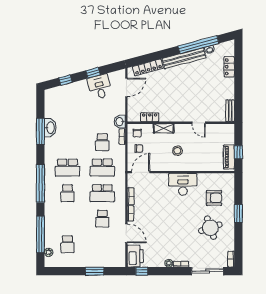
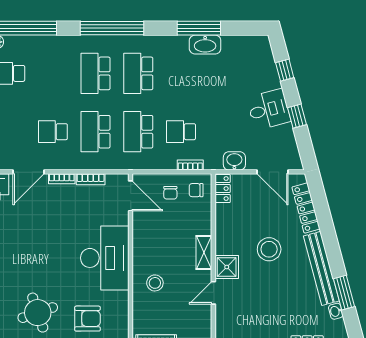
window: (198, 45) -> (344, 293), width x0.47
desk: (100, 87) -> (269, 109), moved
stool: (173, 89) -> (269, 249), added
shower: (183, 115) -> (227, 267), added
locker: (150, 117) -> (223, 189), moved
washbasin: (120, 122) -> (234, 161), moved
shelving: (164, 128) -> (204, 253), moved
stool: (177, 151) -> (155, 283), moved
desk: (183, 184) -> (105, 258), width x1.36, depth x1.30
school desk: (67, 193) -> (96, 73), width x1.85
armchair: (214, 198) -> (88, 319), turned -90

